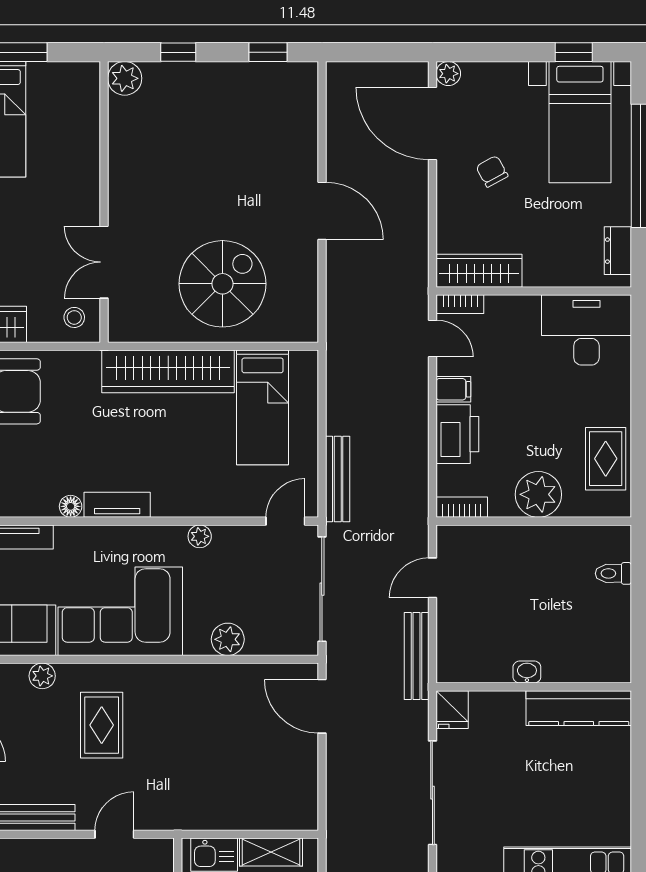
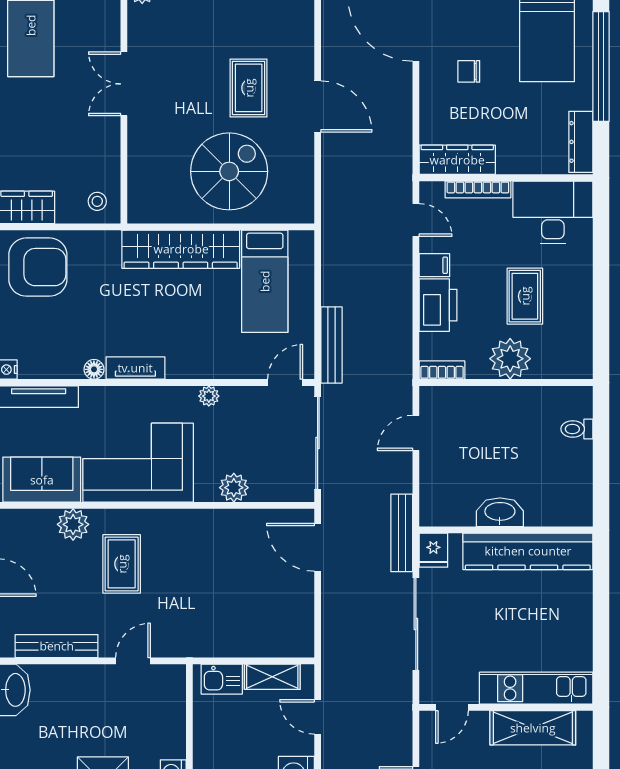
chair: (492, 171) -> (469, 71), turned -61
rug: (244, 190) -> (249, 88), added
dresser: (618, 251) -> (581, 142), width x1.44
double door: (104, 262) -> (124, 84), moved
bookcase: (460, 304) -> (478, 189), moved, width x1.56
rug: (606, 459) -> (525, 296), moved
bench: (417, 656) -> (402, 533), moved
washbasin: (527, 672) -> (500, 512), width x1.91, depth x1.45
plant: (42, 676) -> (73, 524), width x1.38, depth x1.38
kitchen counter: (579, 708) -> (528, 551), width x1.39, depth x1.17

